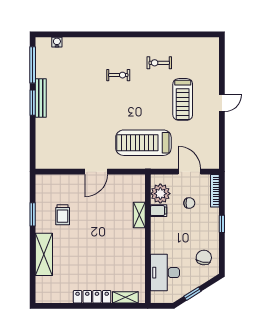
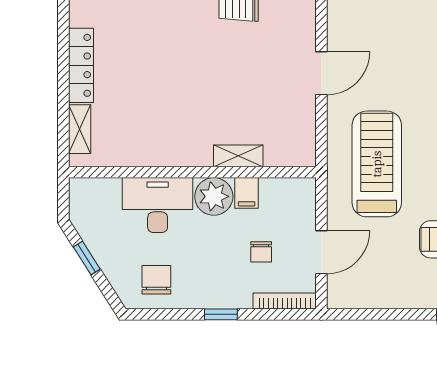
door: (96, 172) -> (321, 73), swing flipped
plant: (160, 194) -> (214, 196), moved
chair: (204, 258) -> (156, 280), turned -100
desk: (165, 273) -> (158, 205), moved

